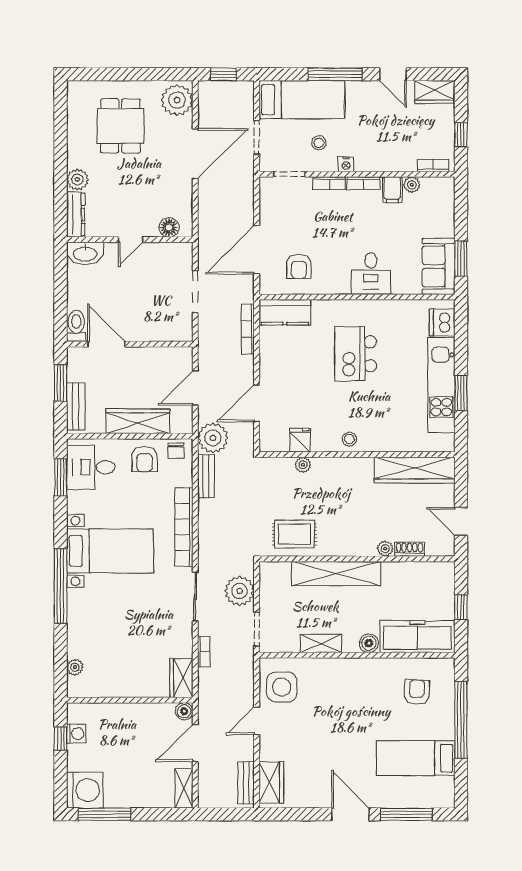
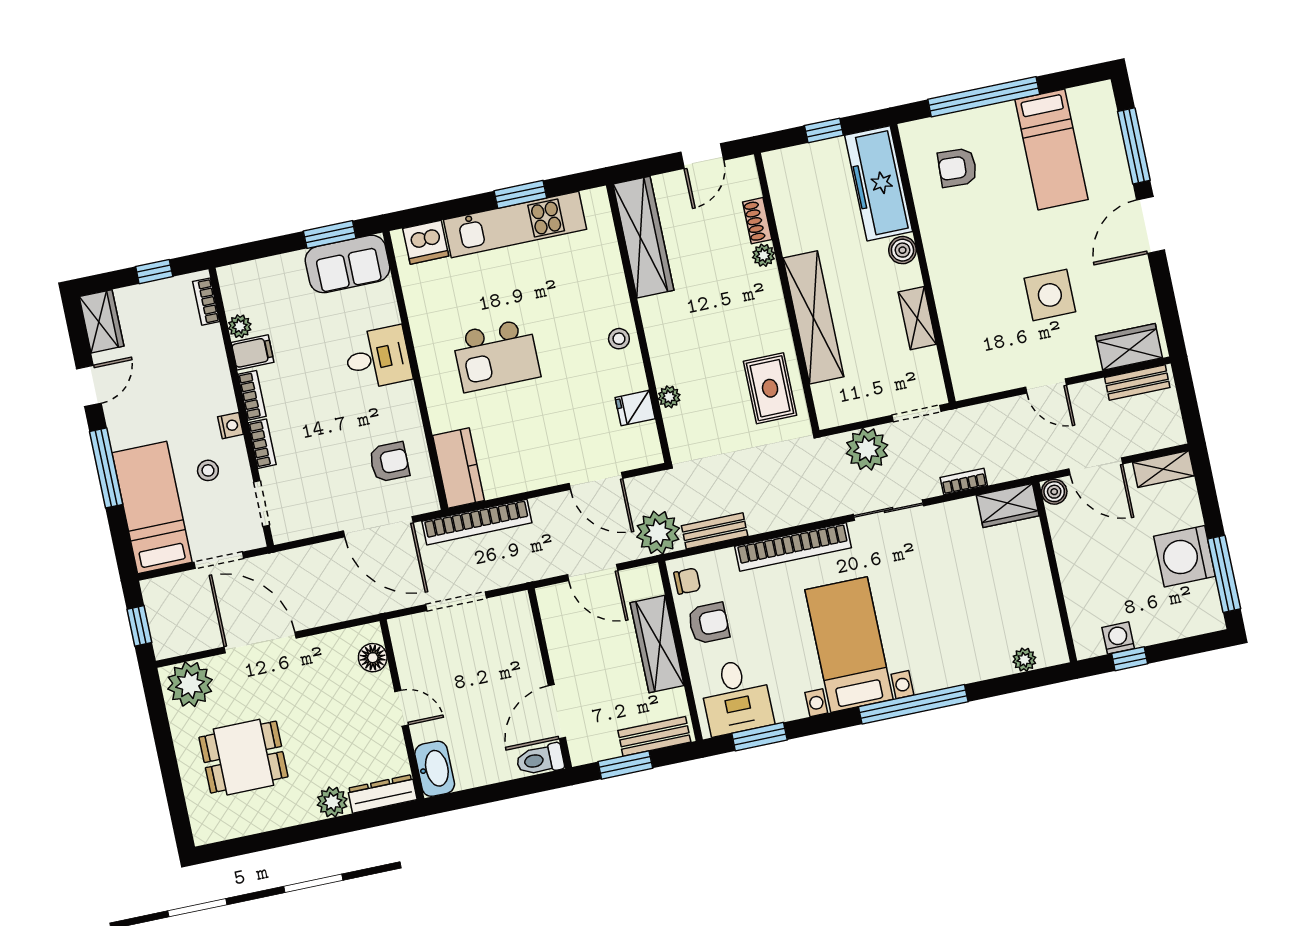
bookcase: (248, 329) -> (477, 522), width x1.48, depth x1.31
side table: (282, 687) -> (1050, 295), moved
washing machine: (85, 790) -> (1185, 556), moved, turned -90

